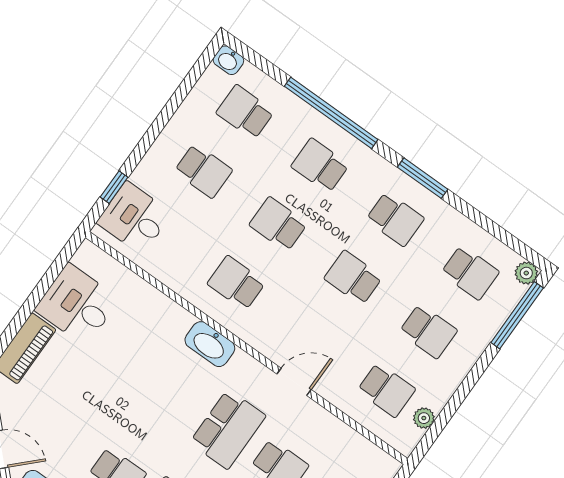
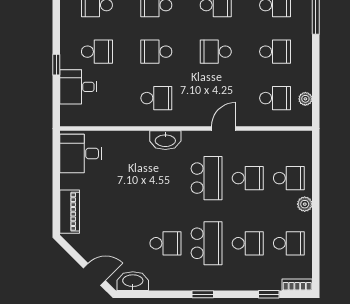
window: (114, 187) -> (56, 65), moved
desk: (134, 218) -> (78, 87), moved
school desk: (236, 283) -> (156, 98), turned 180
desk: (77, 305) -> (81, 153), moved

